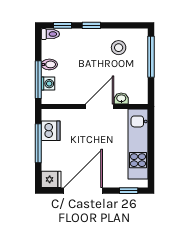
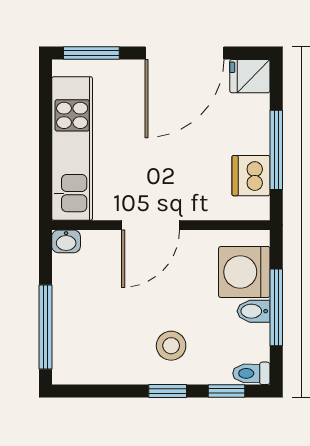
stool: (119, 48) -> (171, 346), moved
window: (38, 80) -> (276, 307), moved
washing machine: (48, 84) -> (244, 272), width x1.89, depth x1.89
washbasin: (121, 99) -> (66, 241), moved
window: (129, 191) -> (91, 53), width x1.50

